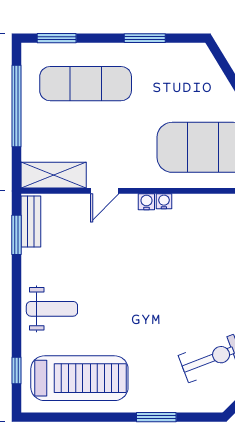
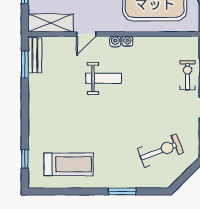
weight bench: (52, 309) -> (104, 78), moved
treadmill: (79, 378) -> (69, 164), width x0.73, depth x0.73

